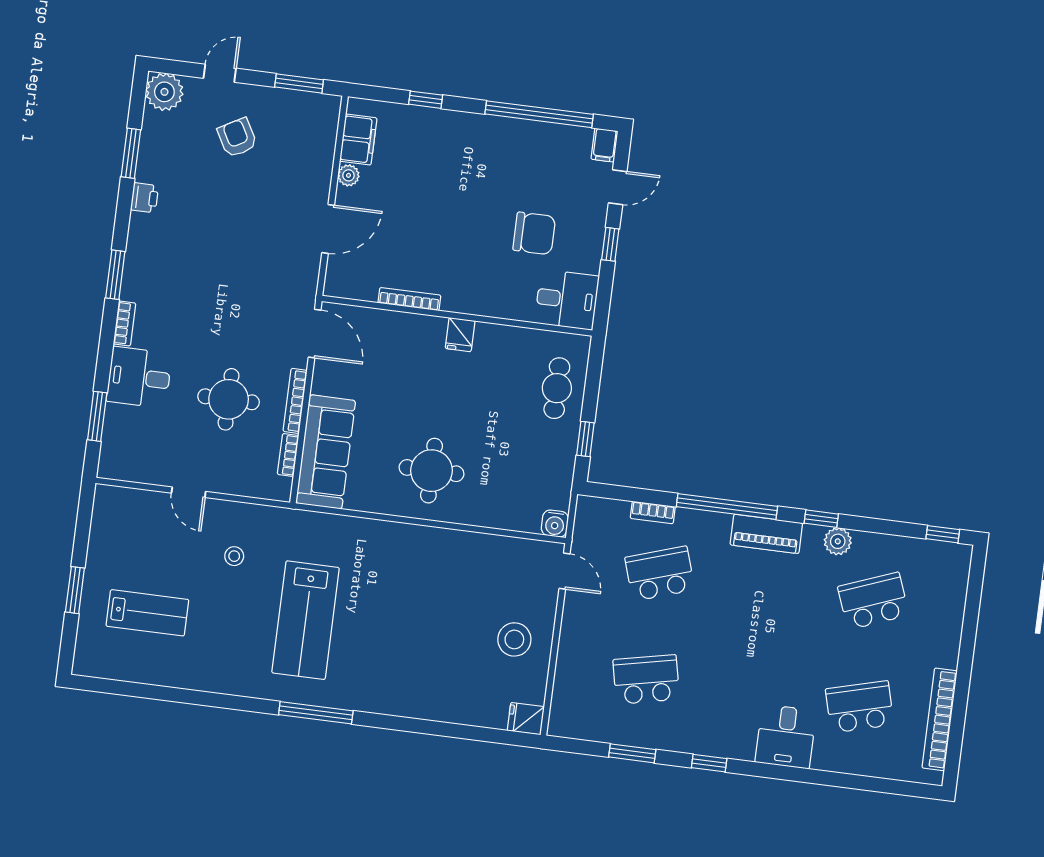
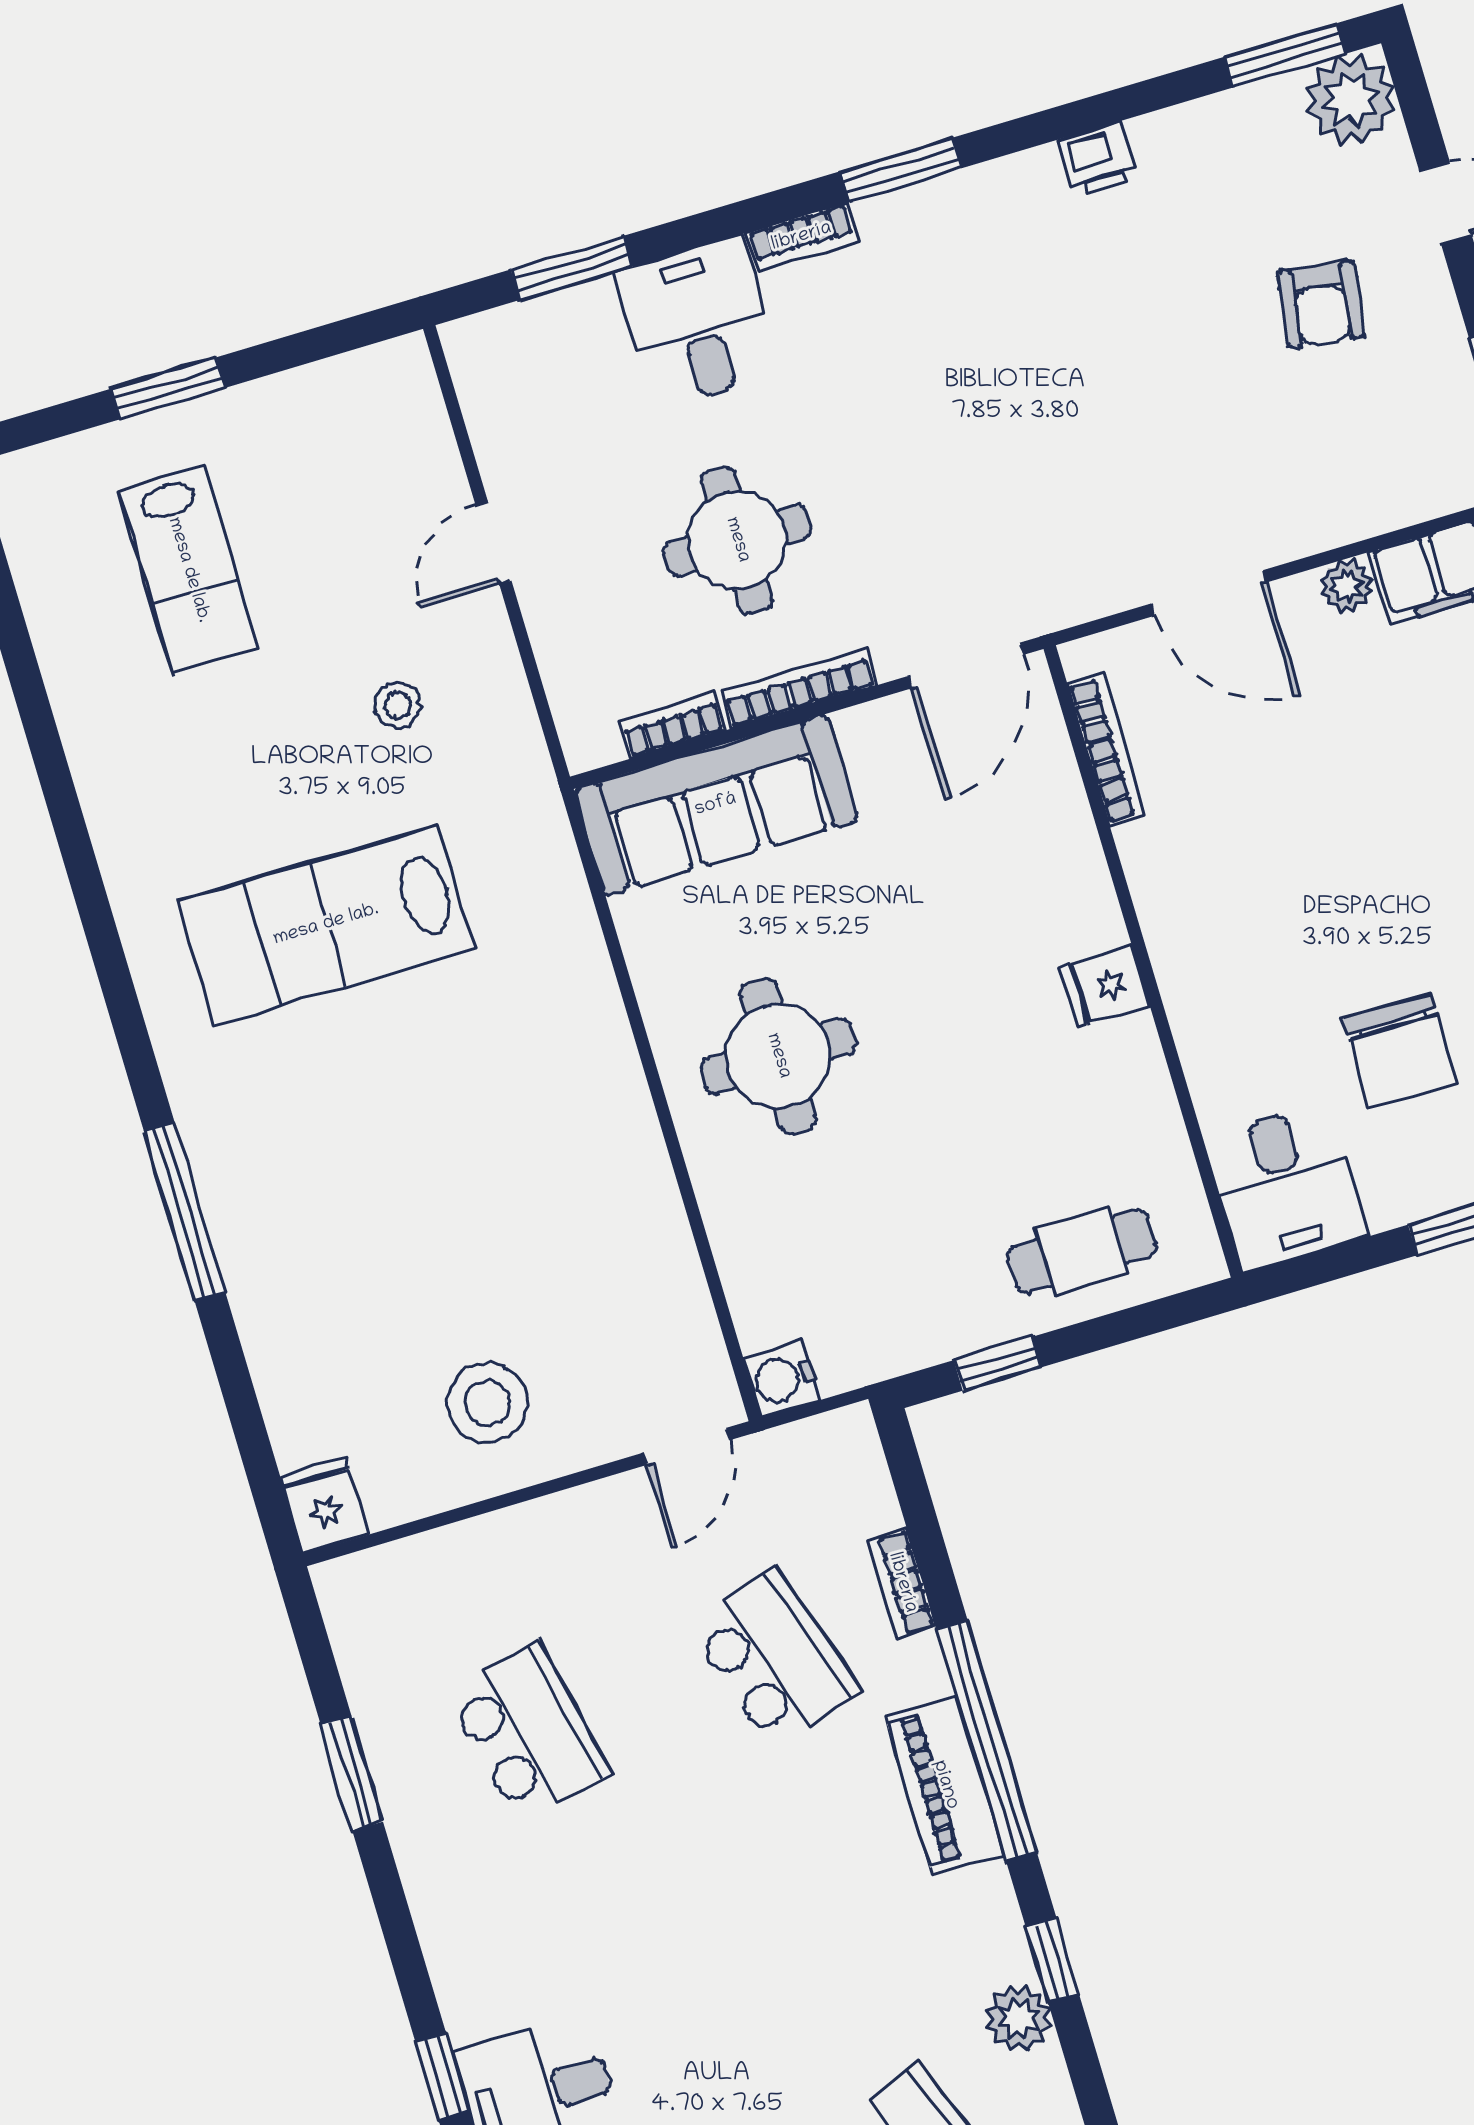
armchair: (237, 138) -> (1321, 304), turned 127
window: (131, 153) -> (1285, 55), moved
bookcase: (409, 299) -> (1107, 750), moved
piano: (766, 534) -> (945, 1785), moved
window: (316, 713) -> (185, 1212), moved
window: (709, 763) -> (442, 2076), moved

